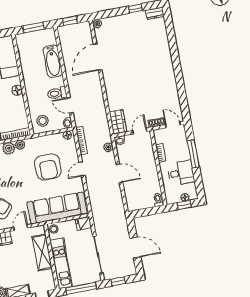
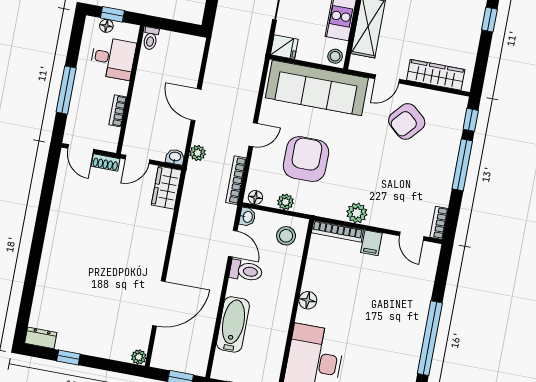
plant: (20, 145) -> (285, 202), moved
desk: (181, 173) -> (113, 58), moved, turned 180

